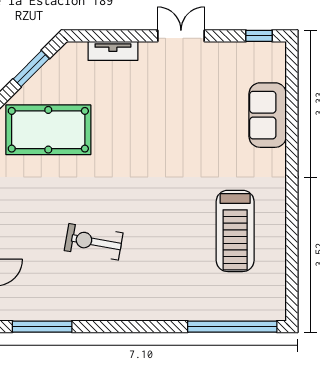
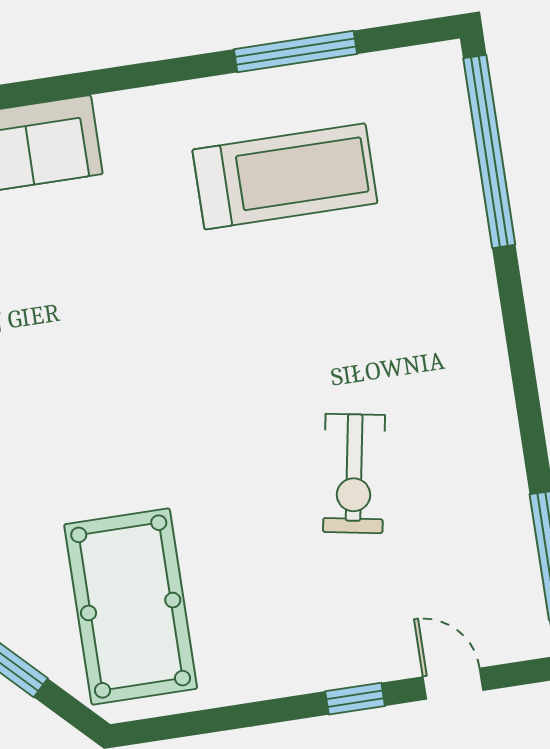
window: (292, 245) -> (296, 52), added

